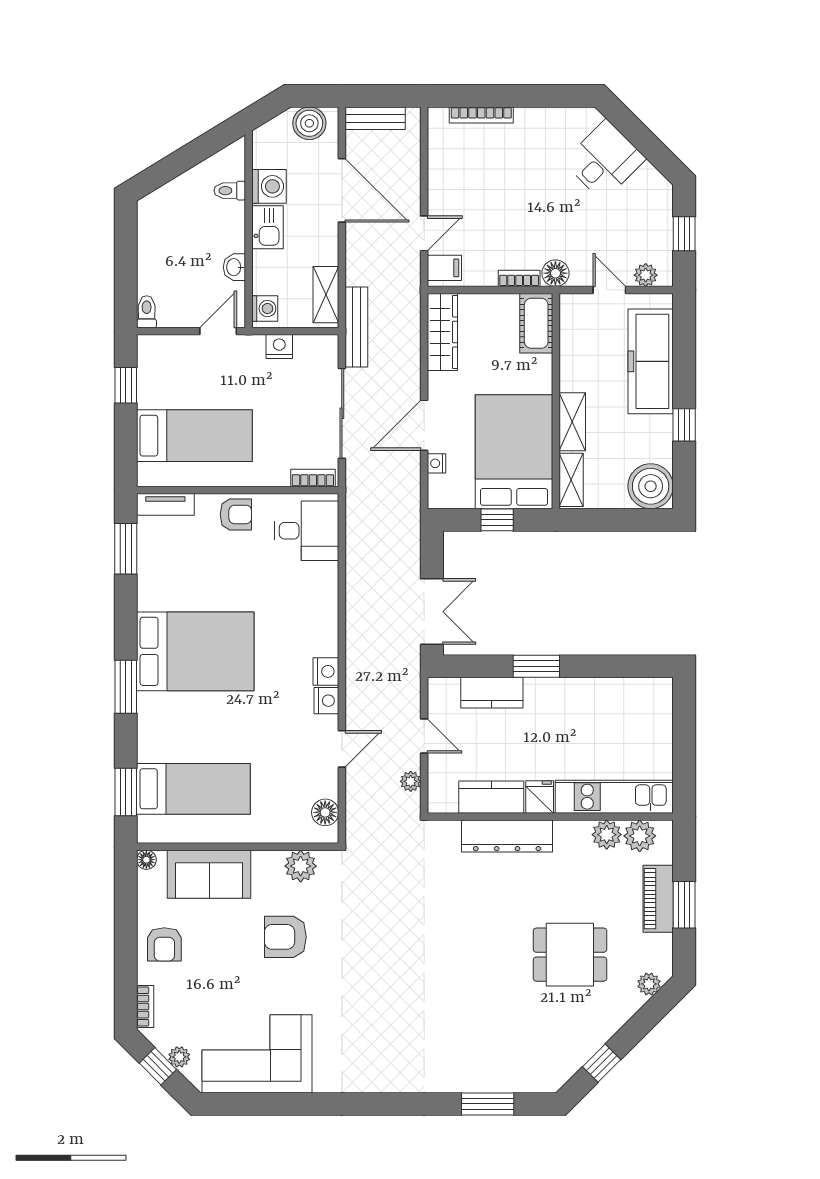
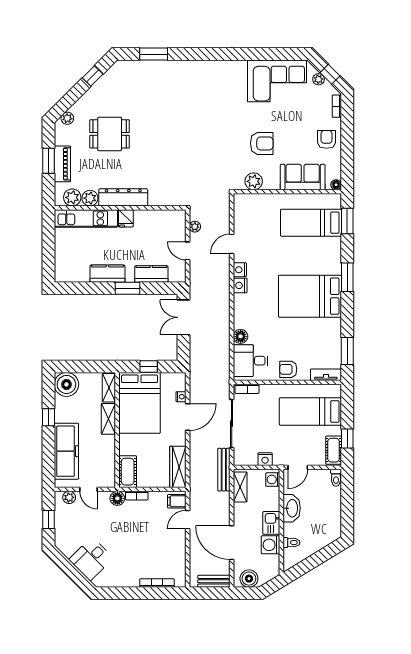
washbasin: (234, 267) -> (292, 508), width x1.91, depth x1.45
cot: (151, 363) -> (334, 450), added
kitchen counter: (491, 797) -> (107, 274), moved, turned 180
floor lamp: (325, 812) -> (241, 336), moved
dresser: (507, 836) -> (123, 197), moved

